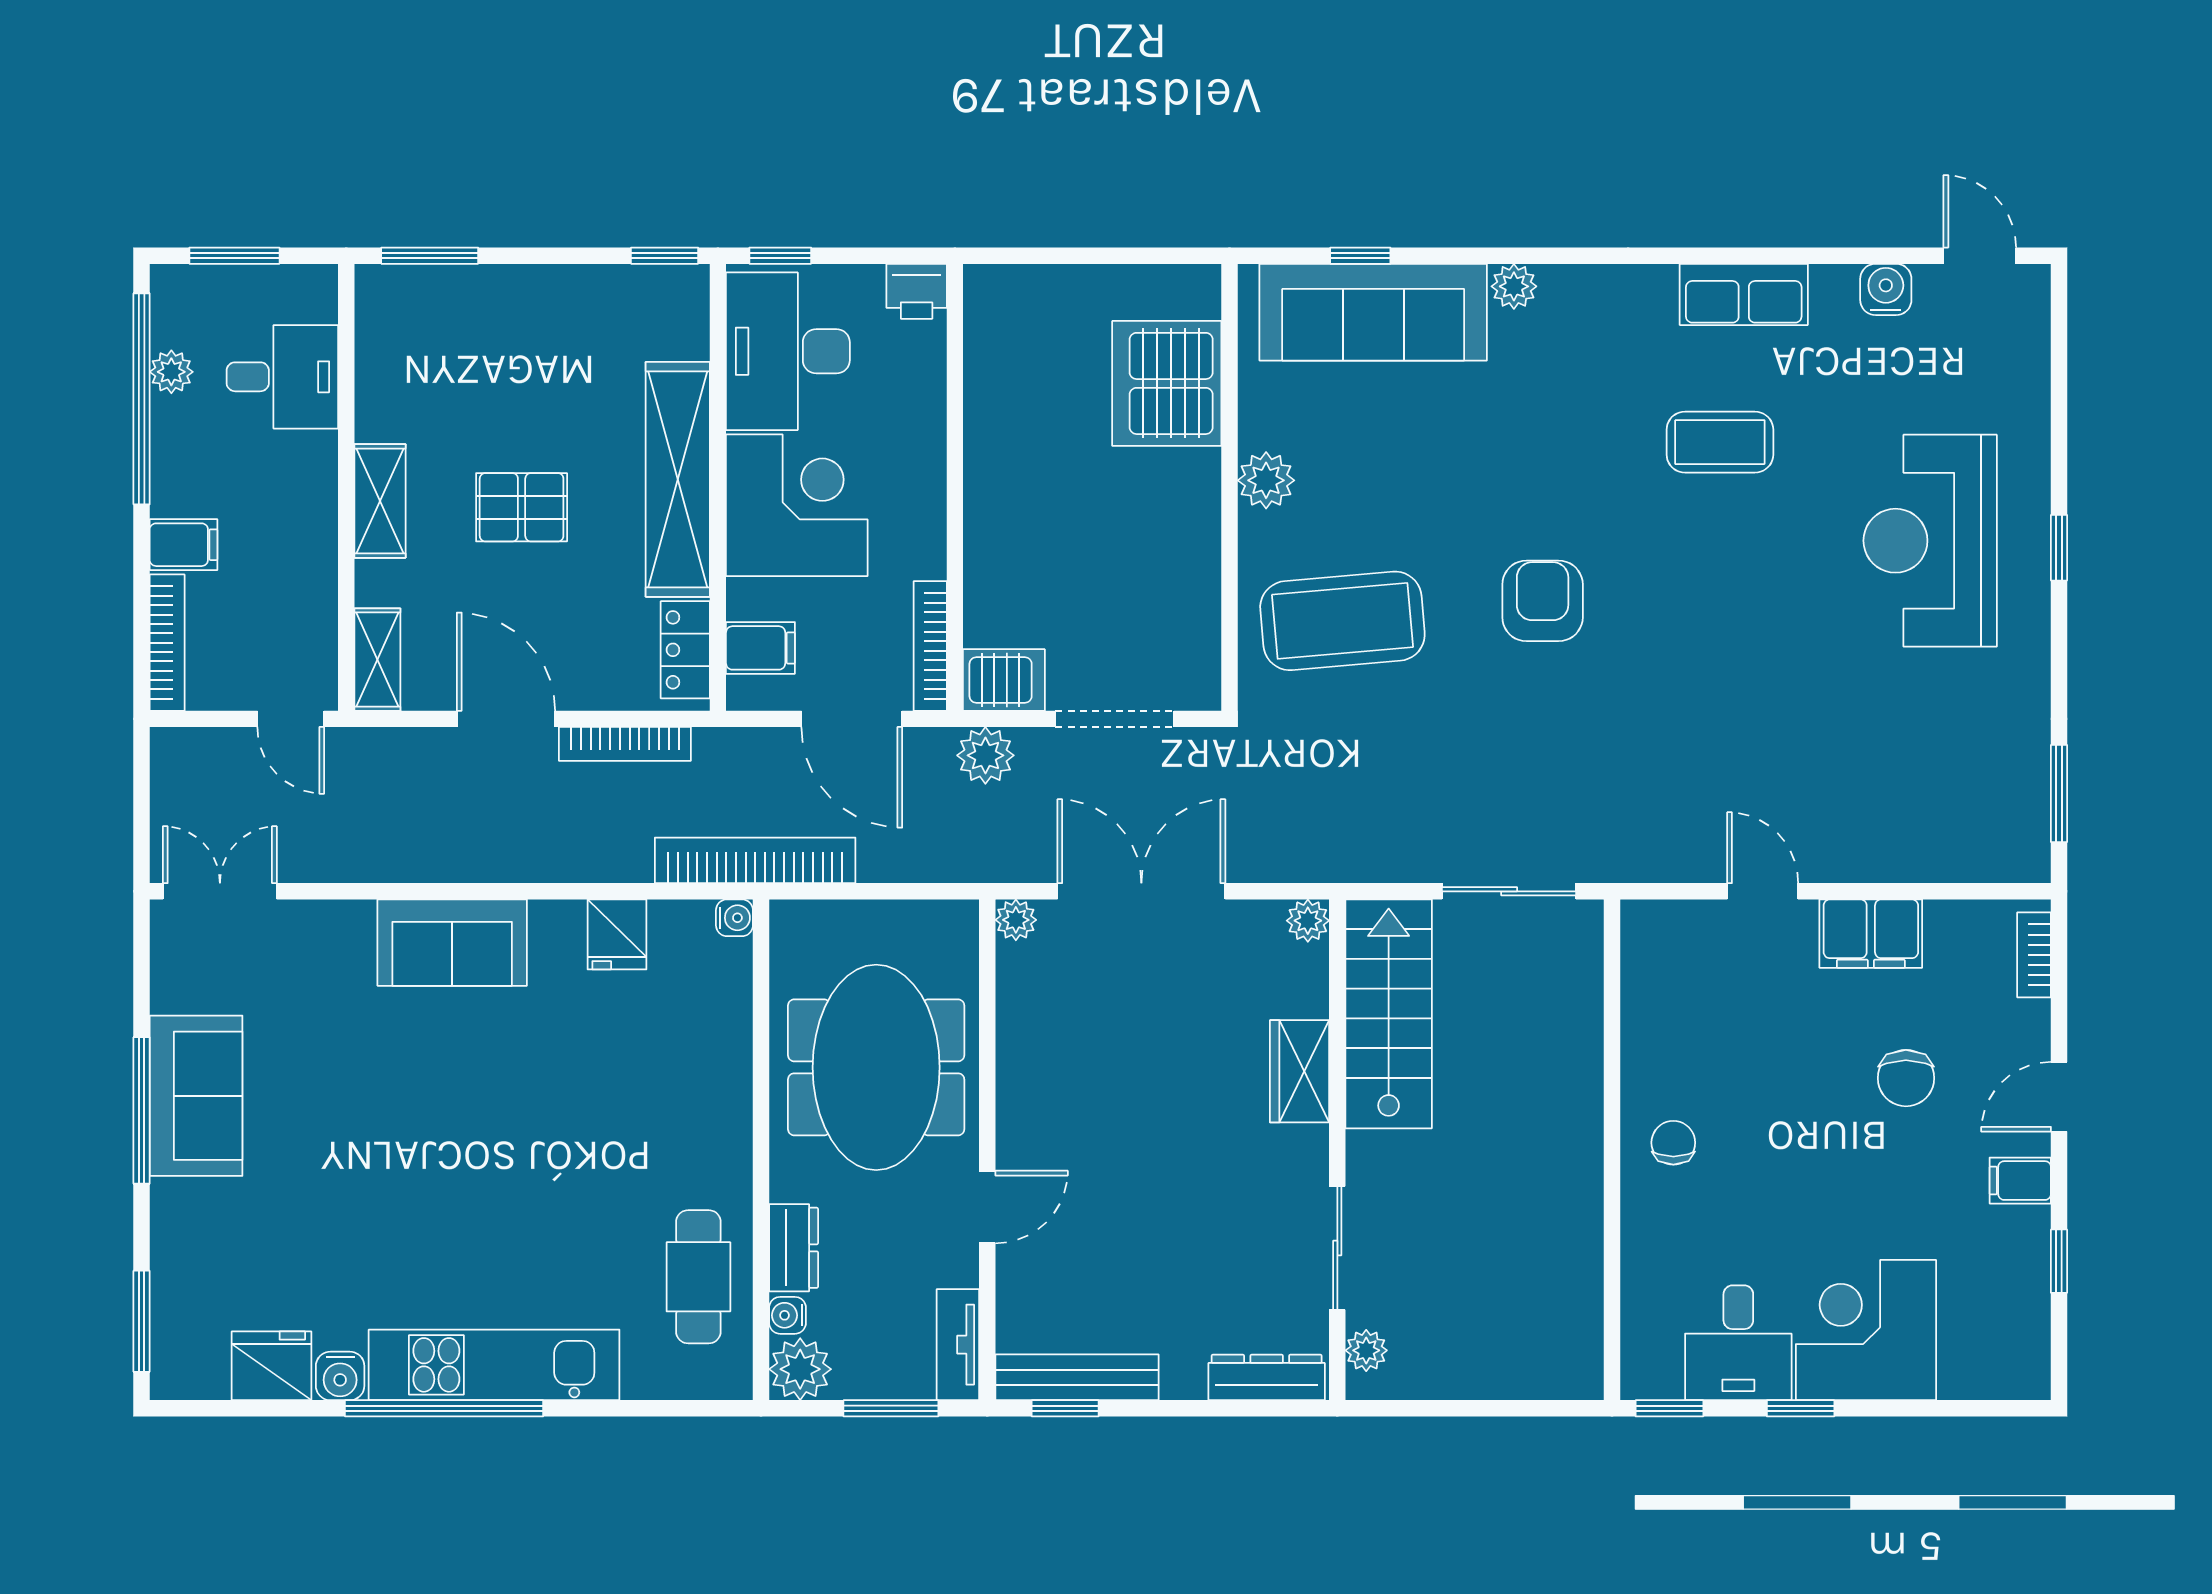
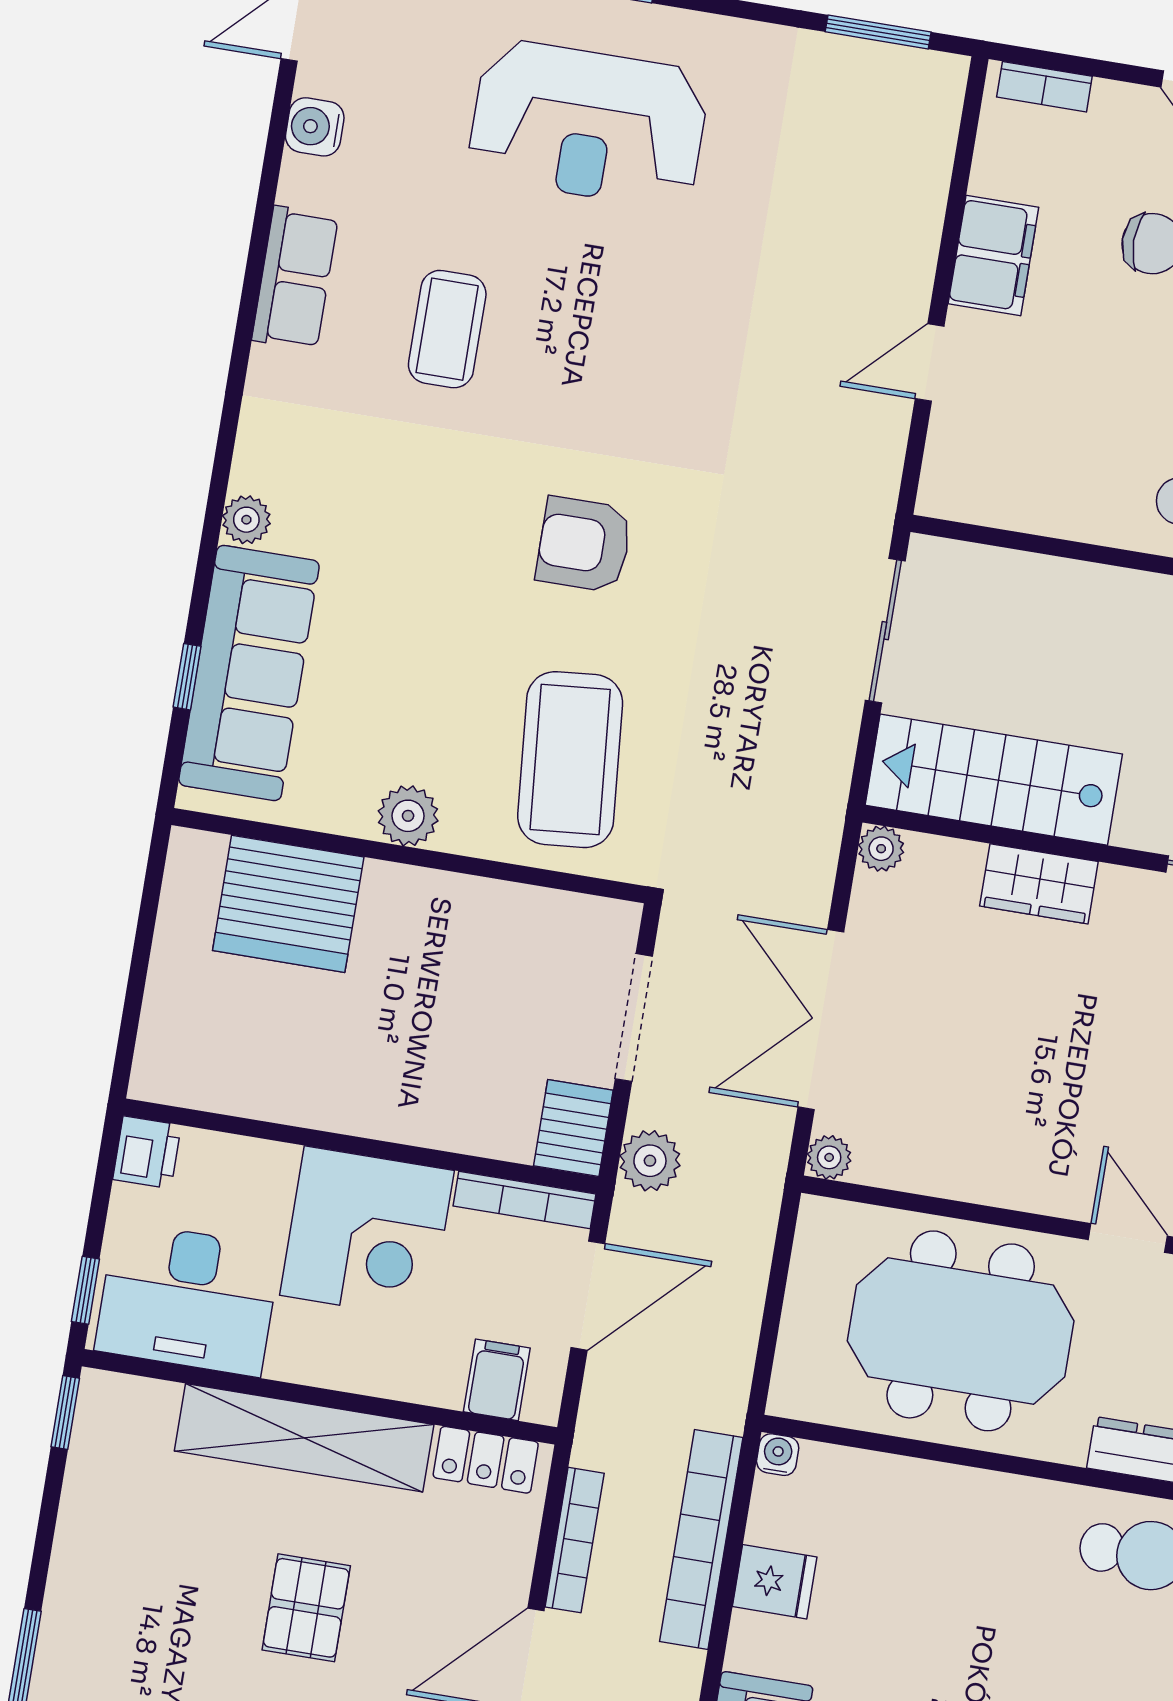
corner desk: (797, 505) -> (367, 1233), moved, turned 180
bookcase: (755, 860) -> (701, 1539), moved

